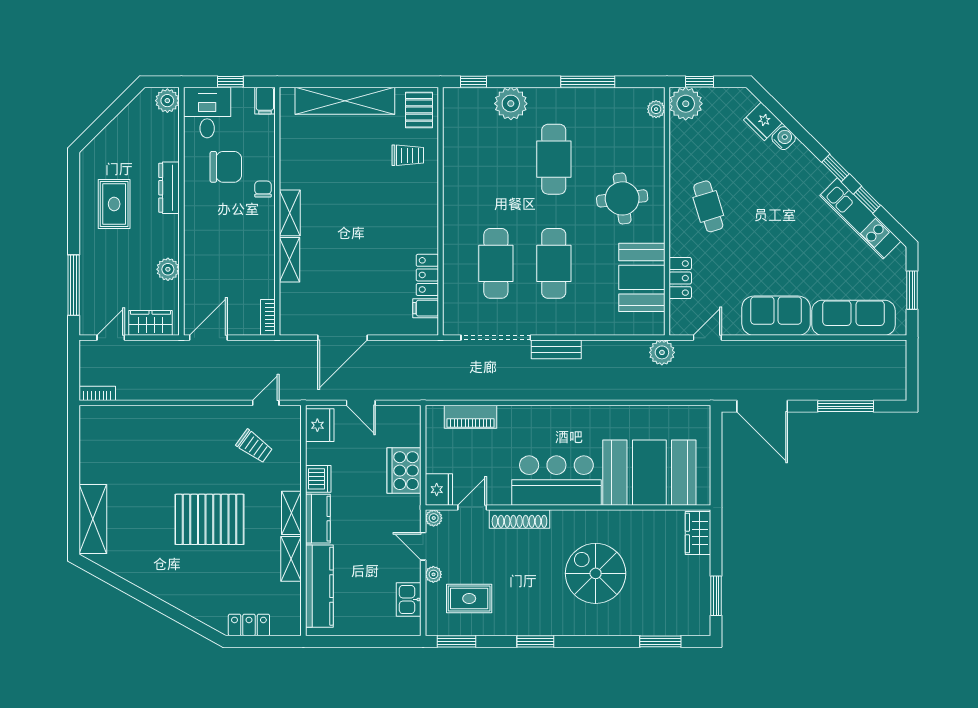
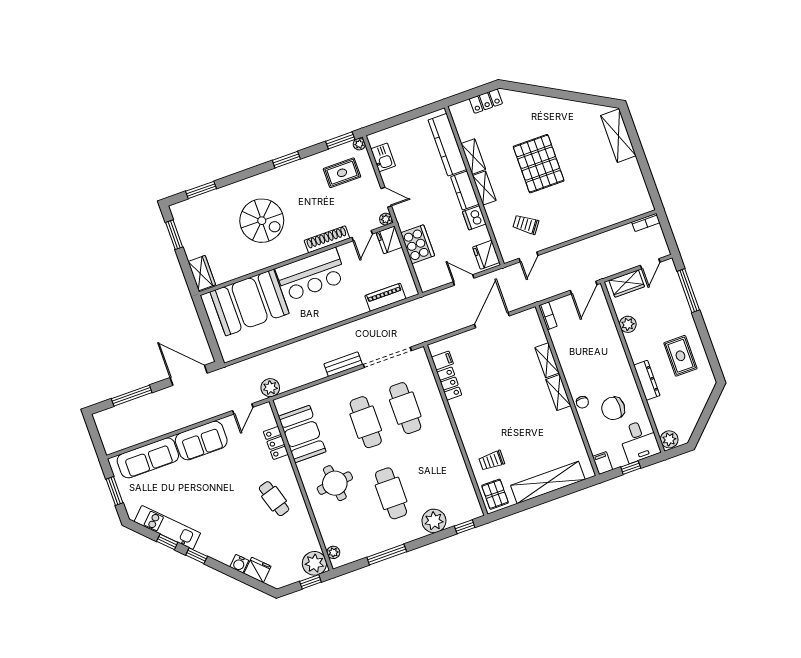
pallet: (209, 519) -> (539, 164), turned 90
plant: (433, 574) -> (359, 144), moved

